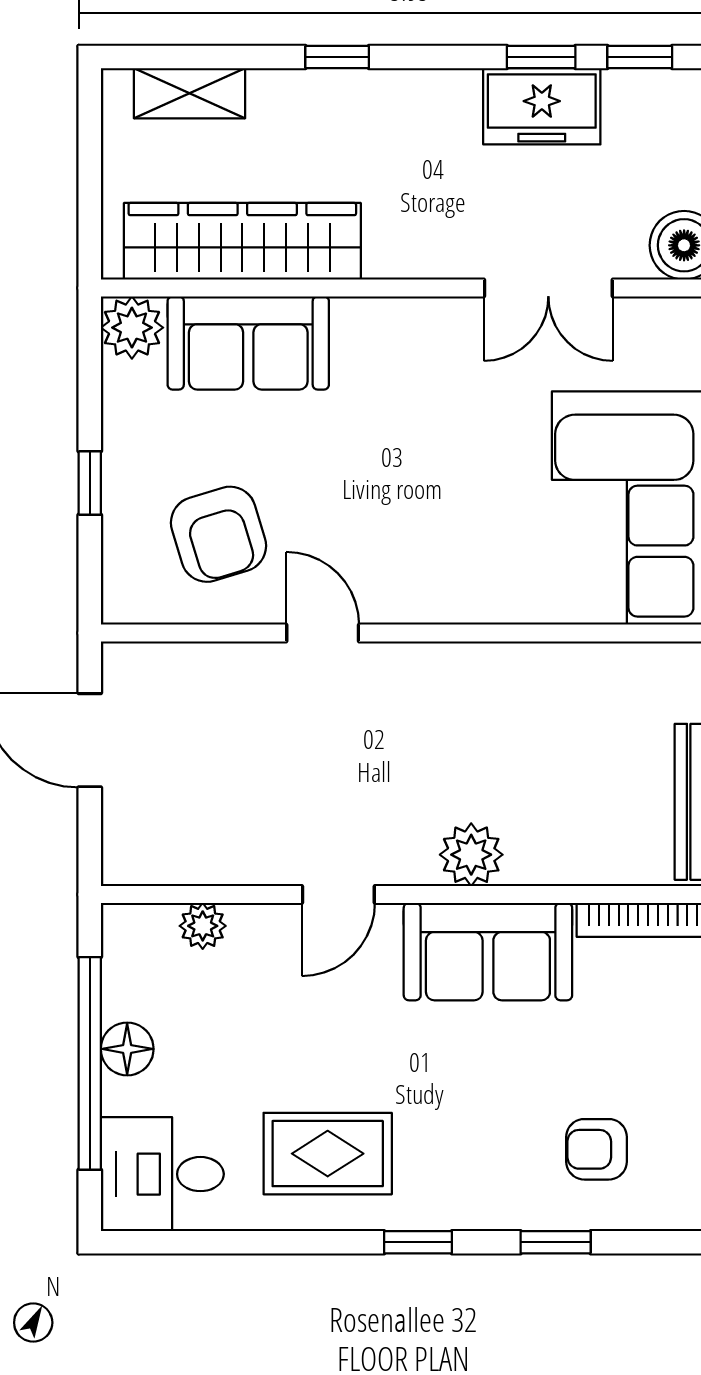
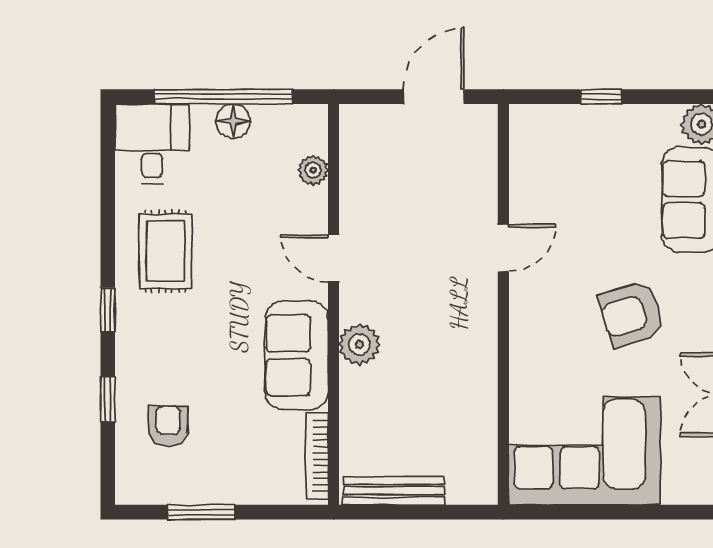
armchair: (219, 534) -> (632, 314), moved

